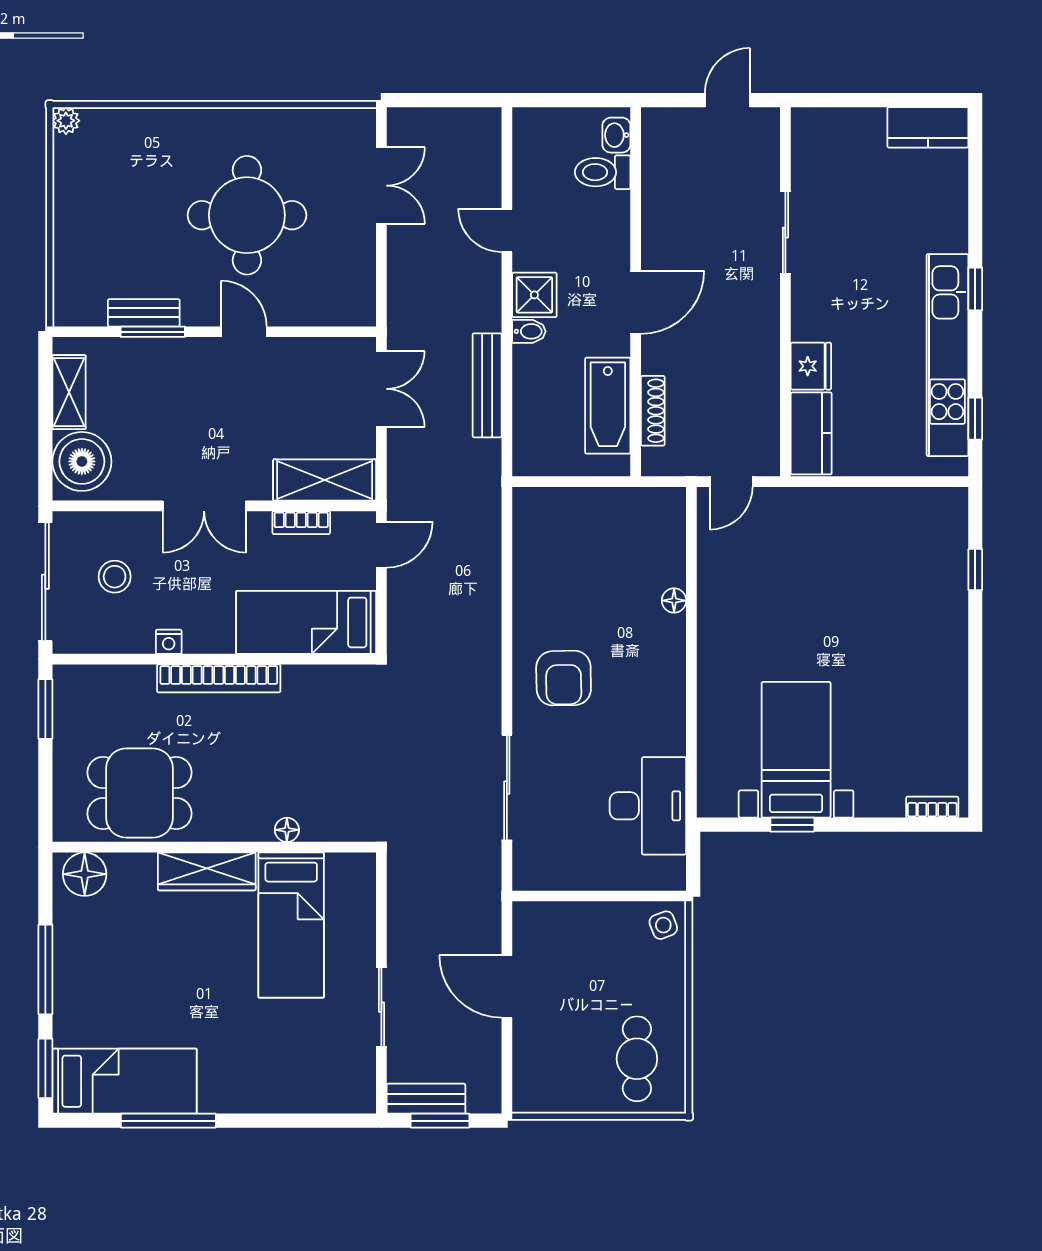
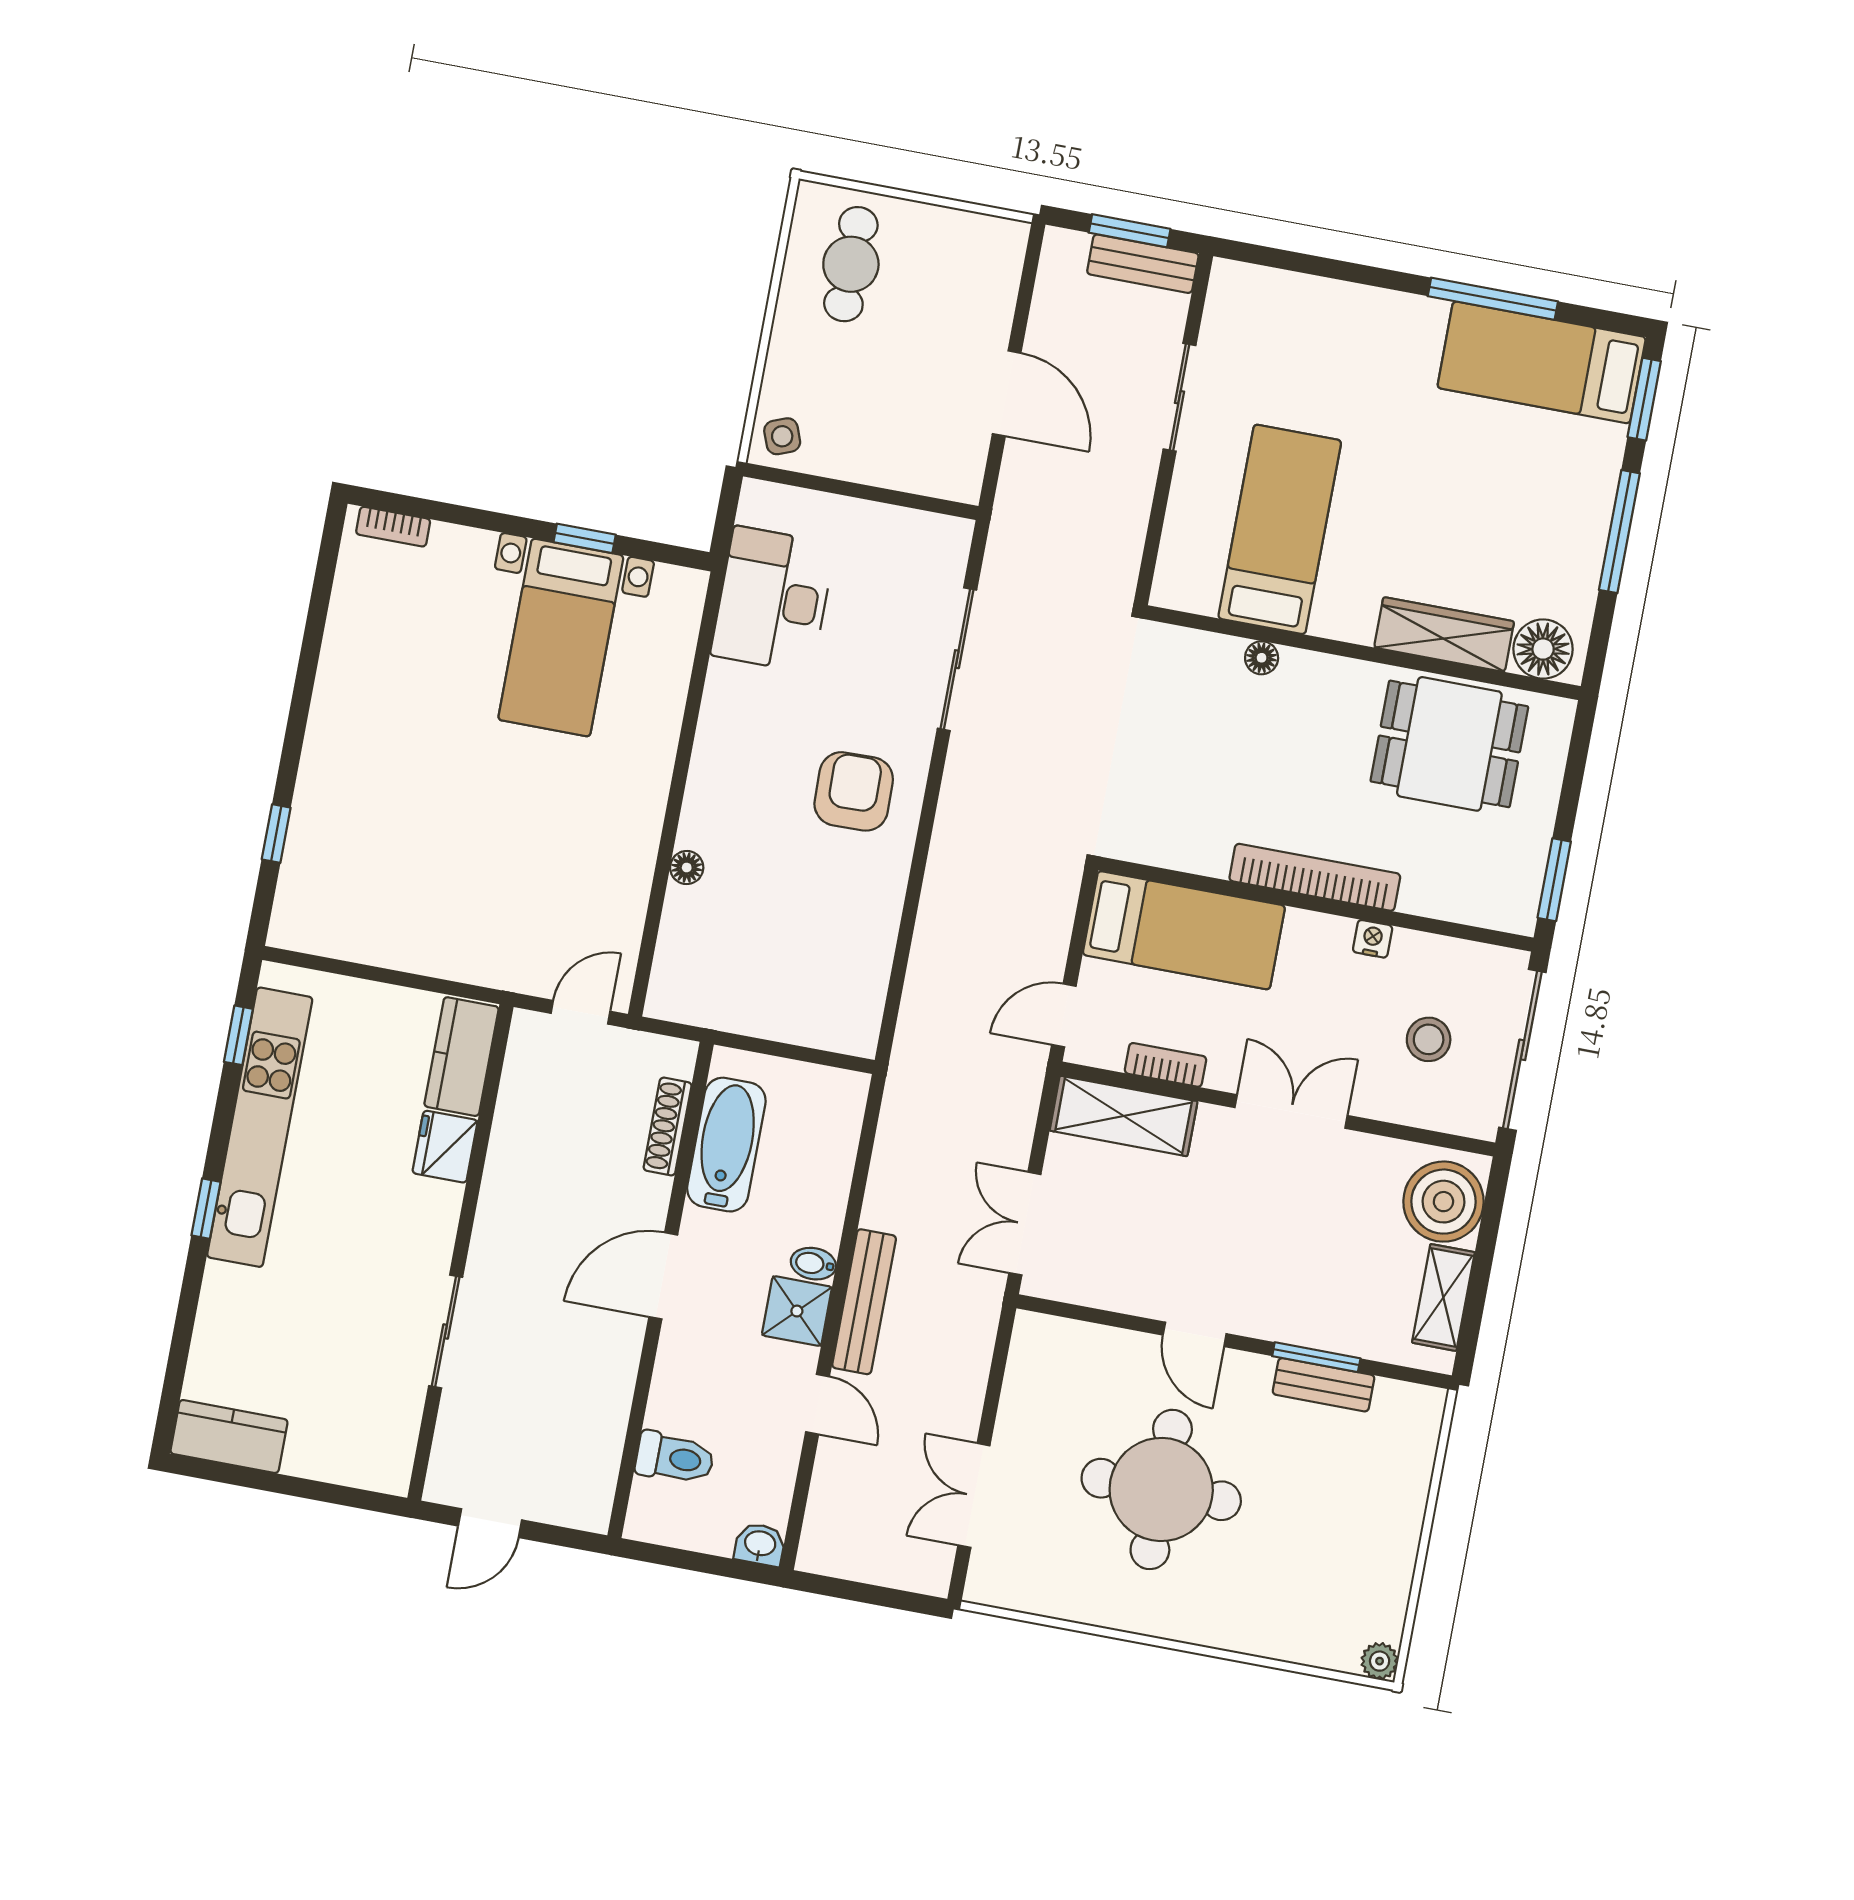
washbasin: (616, 135) -> (760, 1544), moved, turned -90
bench: (487, 385) -> (864, 1302), moved
wardrobe: (207, 871) -> (1444, 634), moved

